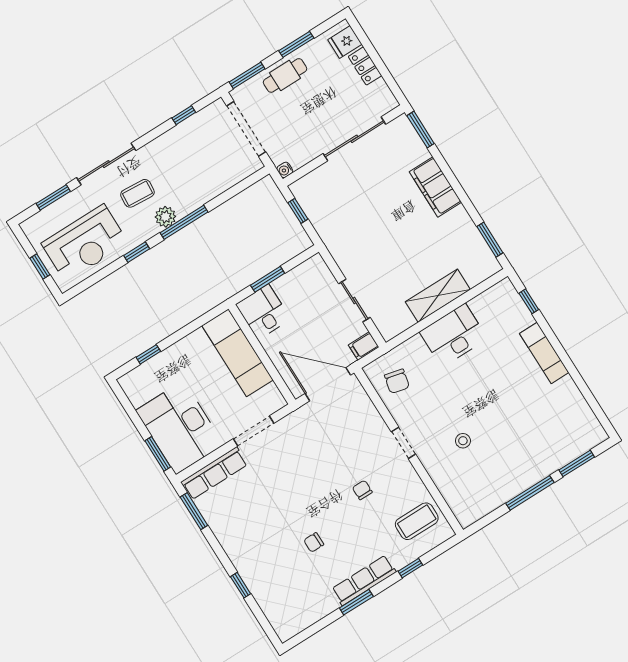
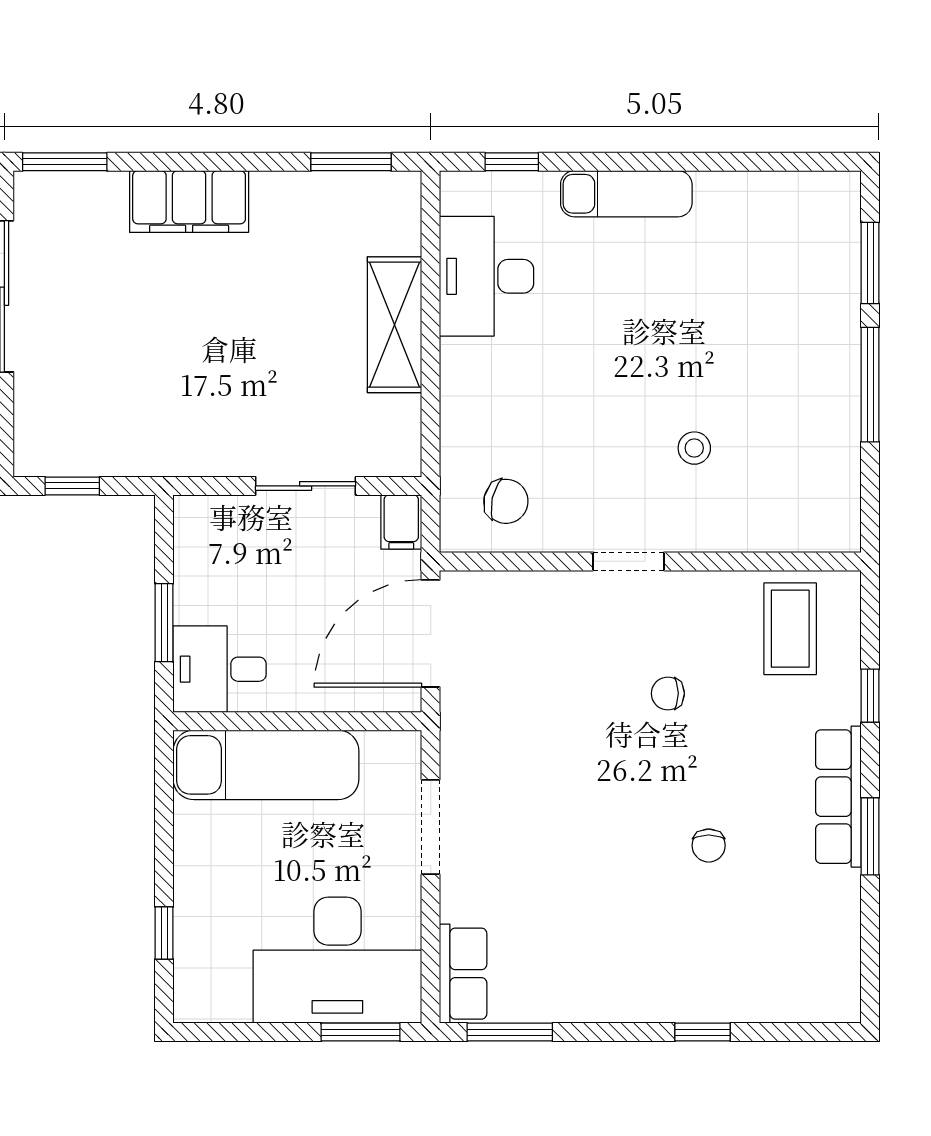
desk: (453, 335) -> (487, 276), moved
row of seats: (214, 473) -> (463, 974), width x0.68

